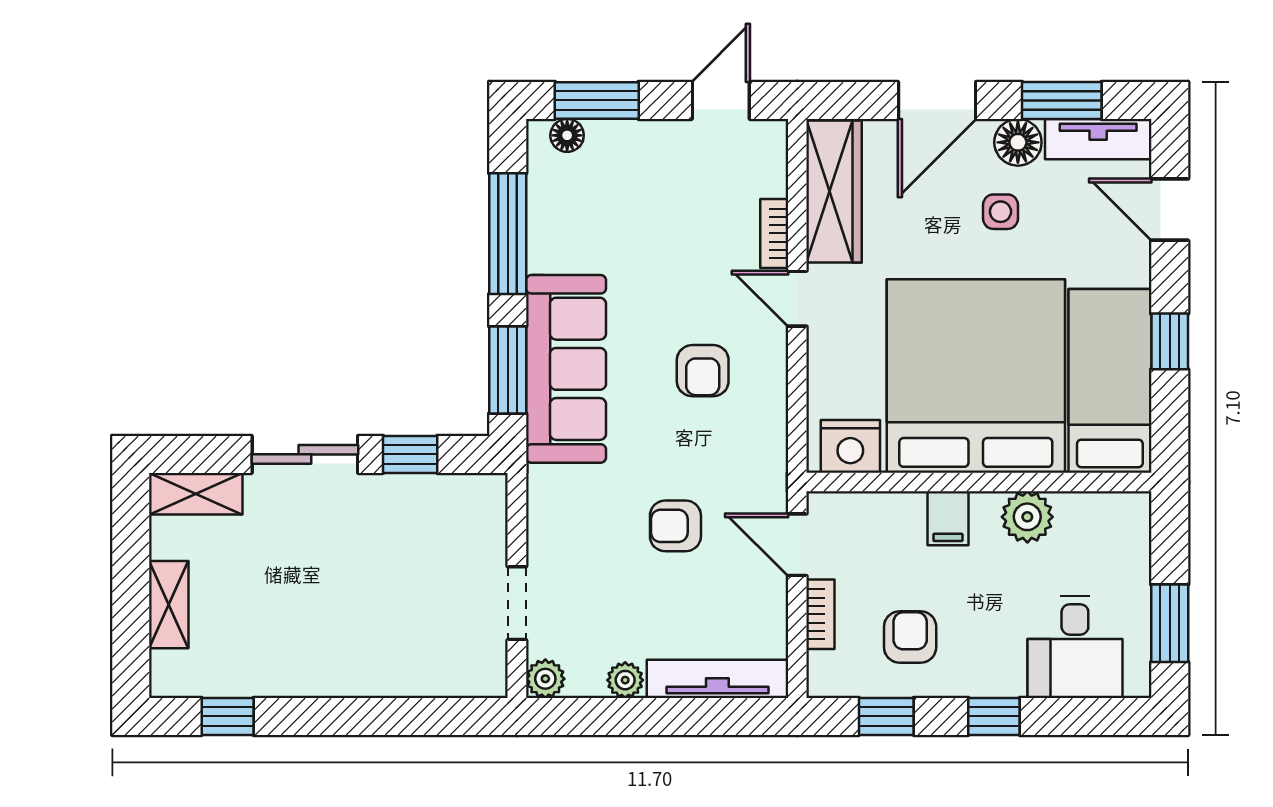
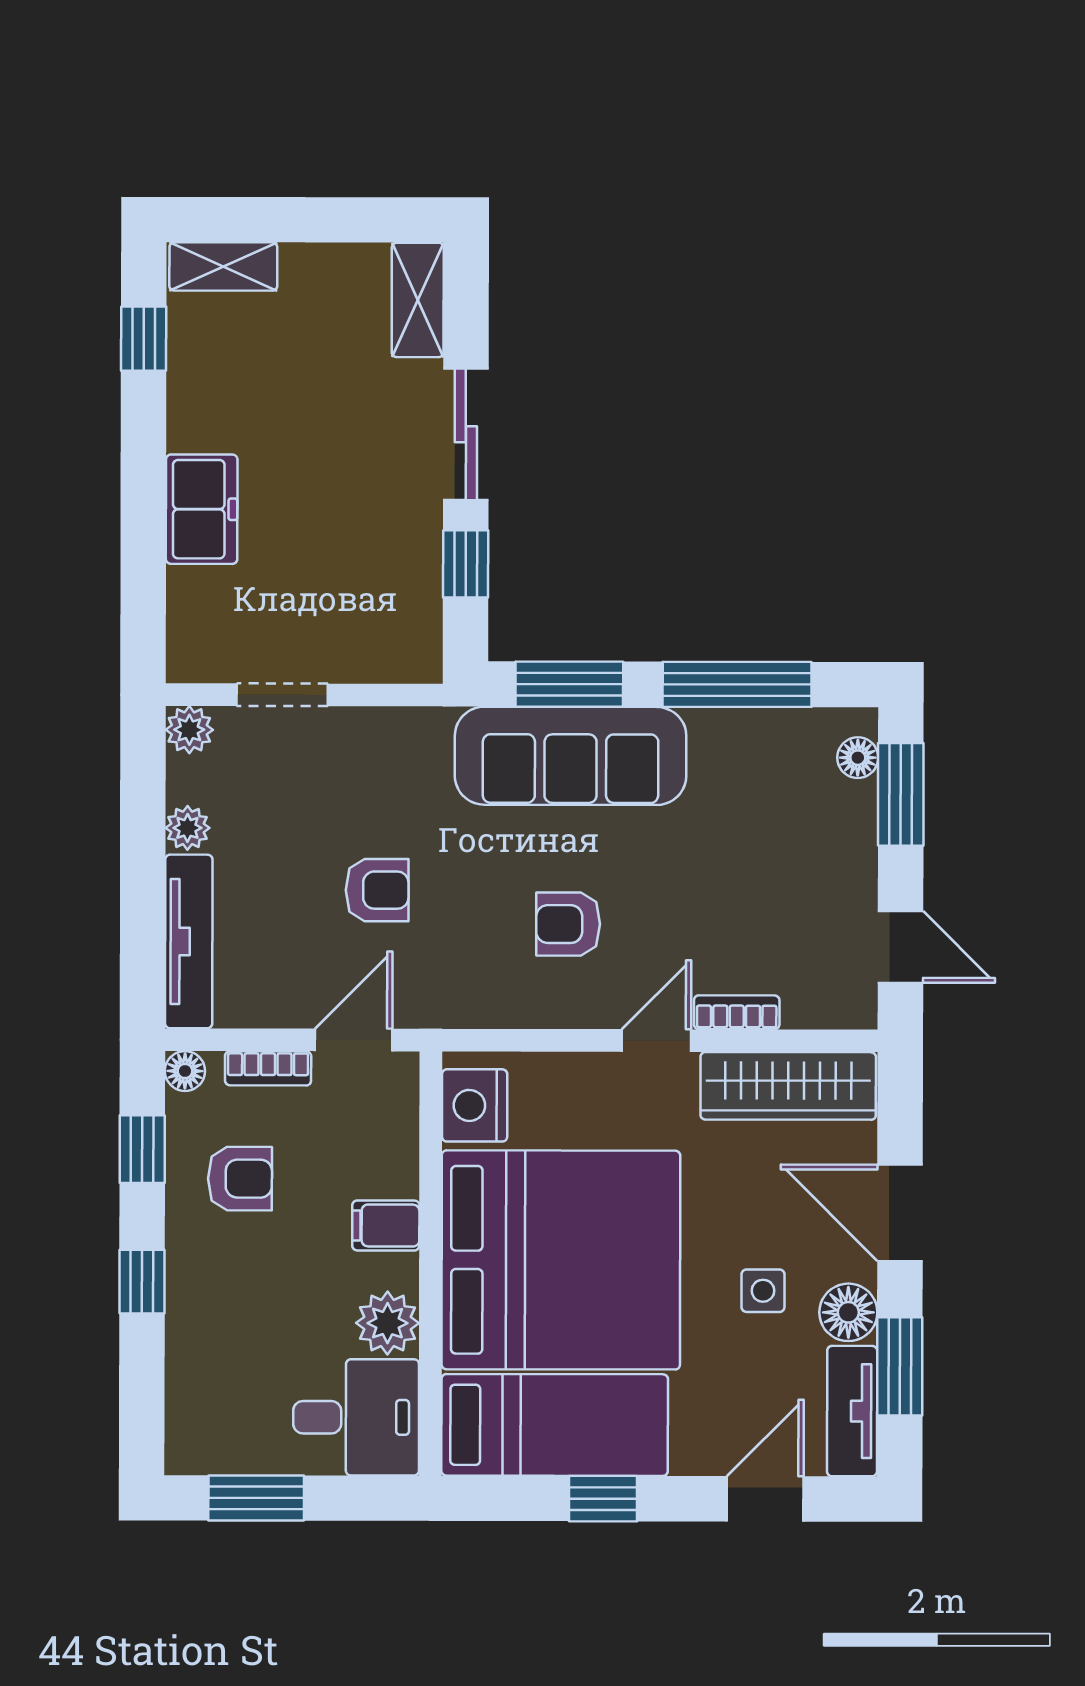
armchair: (675, 526) -> (377, 890), turned 90
shelving: (169, 605) -> (223, 266), moved
desk: (1075, 647) -> (356, 1417), moved, turned 180
freezer: (366, 669) -> (202, 509), added
floor lamp: (823, 682) -> (185, 1071), added

